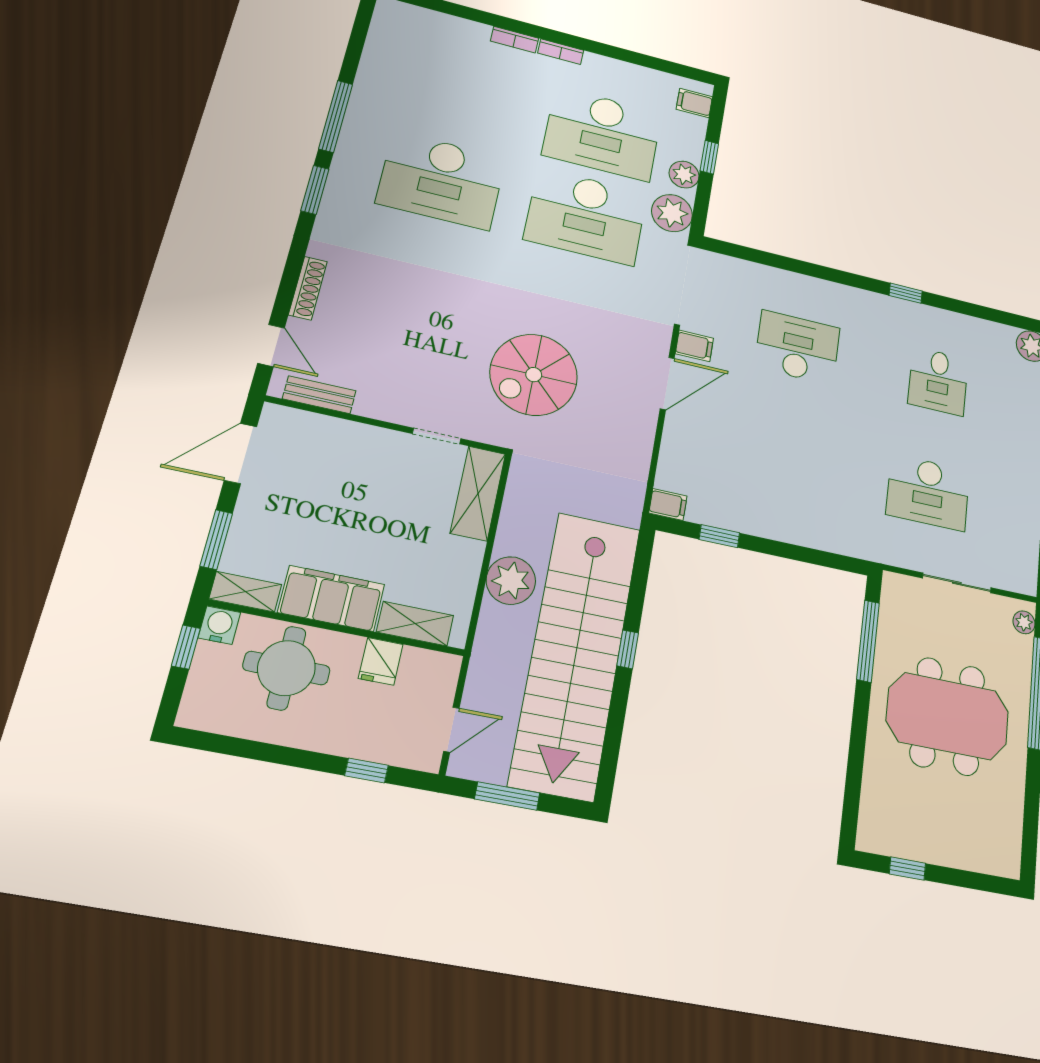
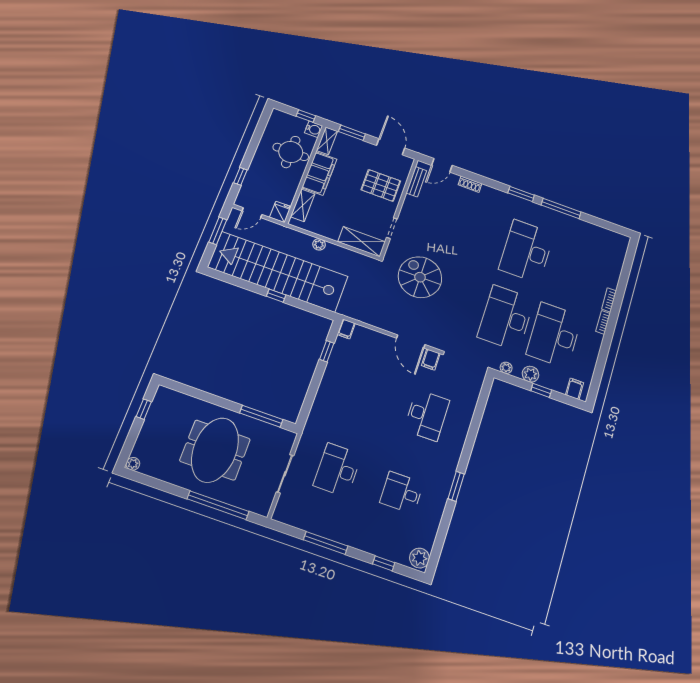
plant: (672, 213) -> (506, 368), width x0.53, depth x0.53
shoe rack: (308, 288) -> (470, 184), width x0.70
window: (906, 293) -> (456, 486), width x1.50
pallet: (340, 466) -> (381, 185), added
plant: (511, 581) -> (319, 244), width x0.53, depth x0.53
plant: (1024, 622) -> (133, 464), moved
fridge: (381, 661) -> (280, 212), moved, turned 90
door: (451, 730) -> (252, 213), hinge flipped

